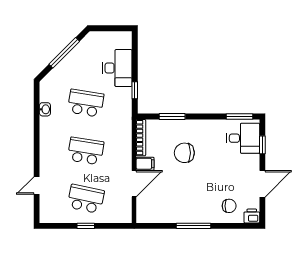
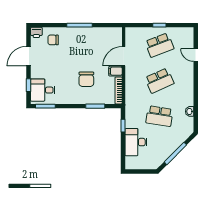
school desk: (86, 151) -> (159, 81), turned -33
chair: (184, 153) -> (86, 79), turned 90
door: (37, 185) -> (196, 55), swing flipped
school desk: (86, 199) -> (159, 45), turned -33

